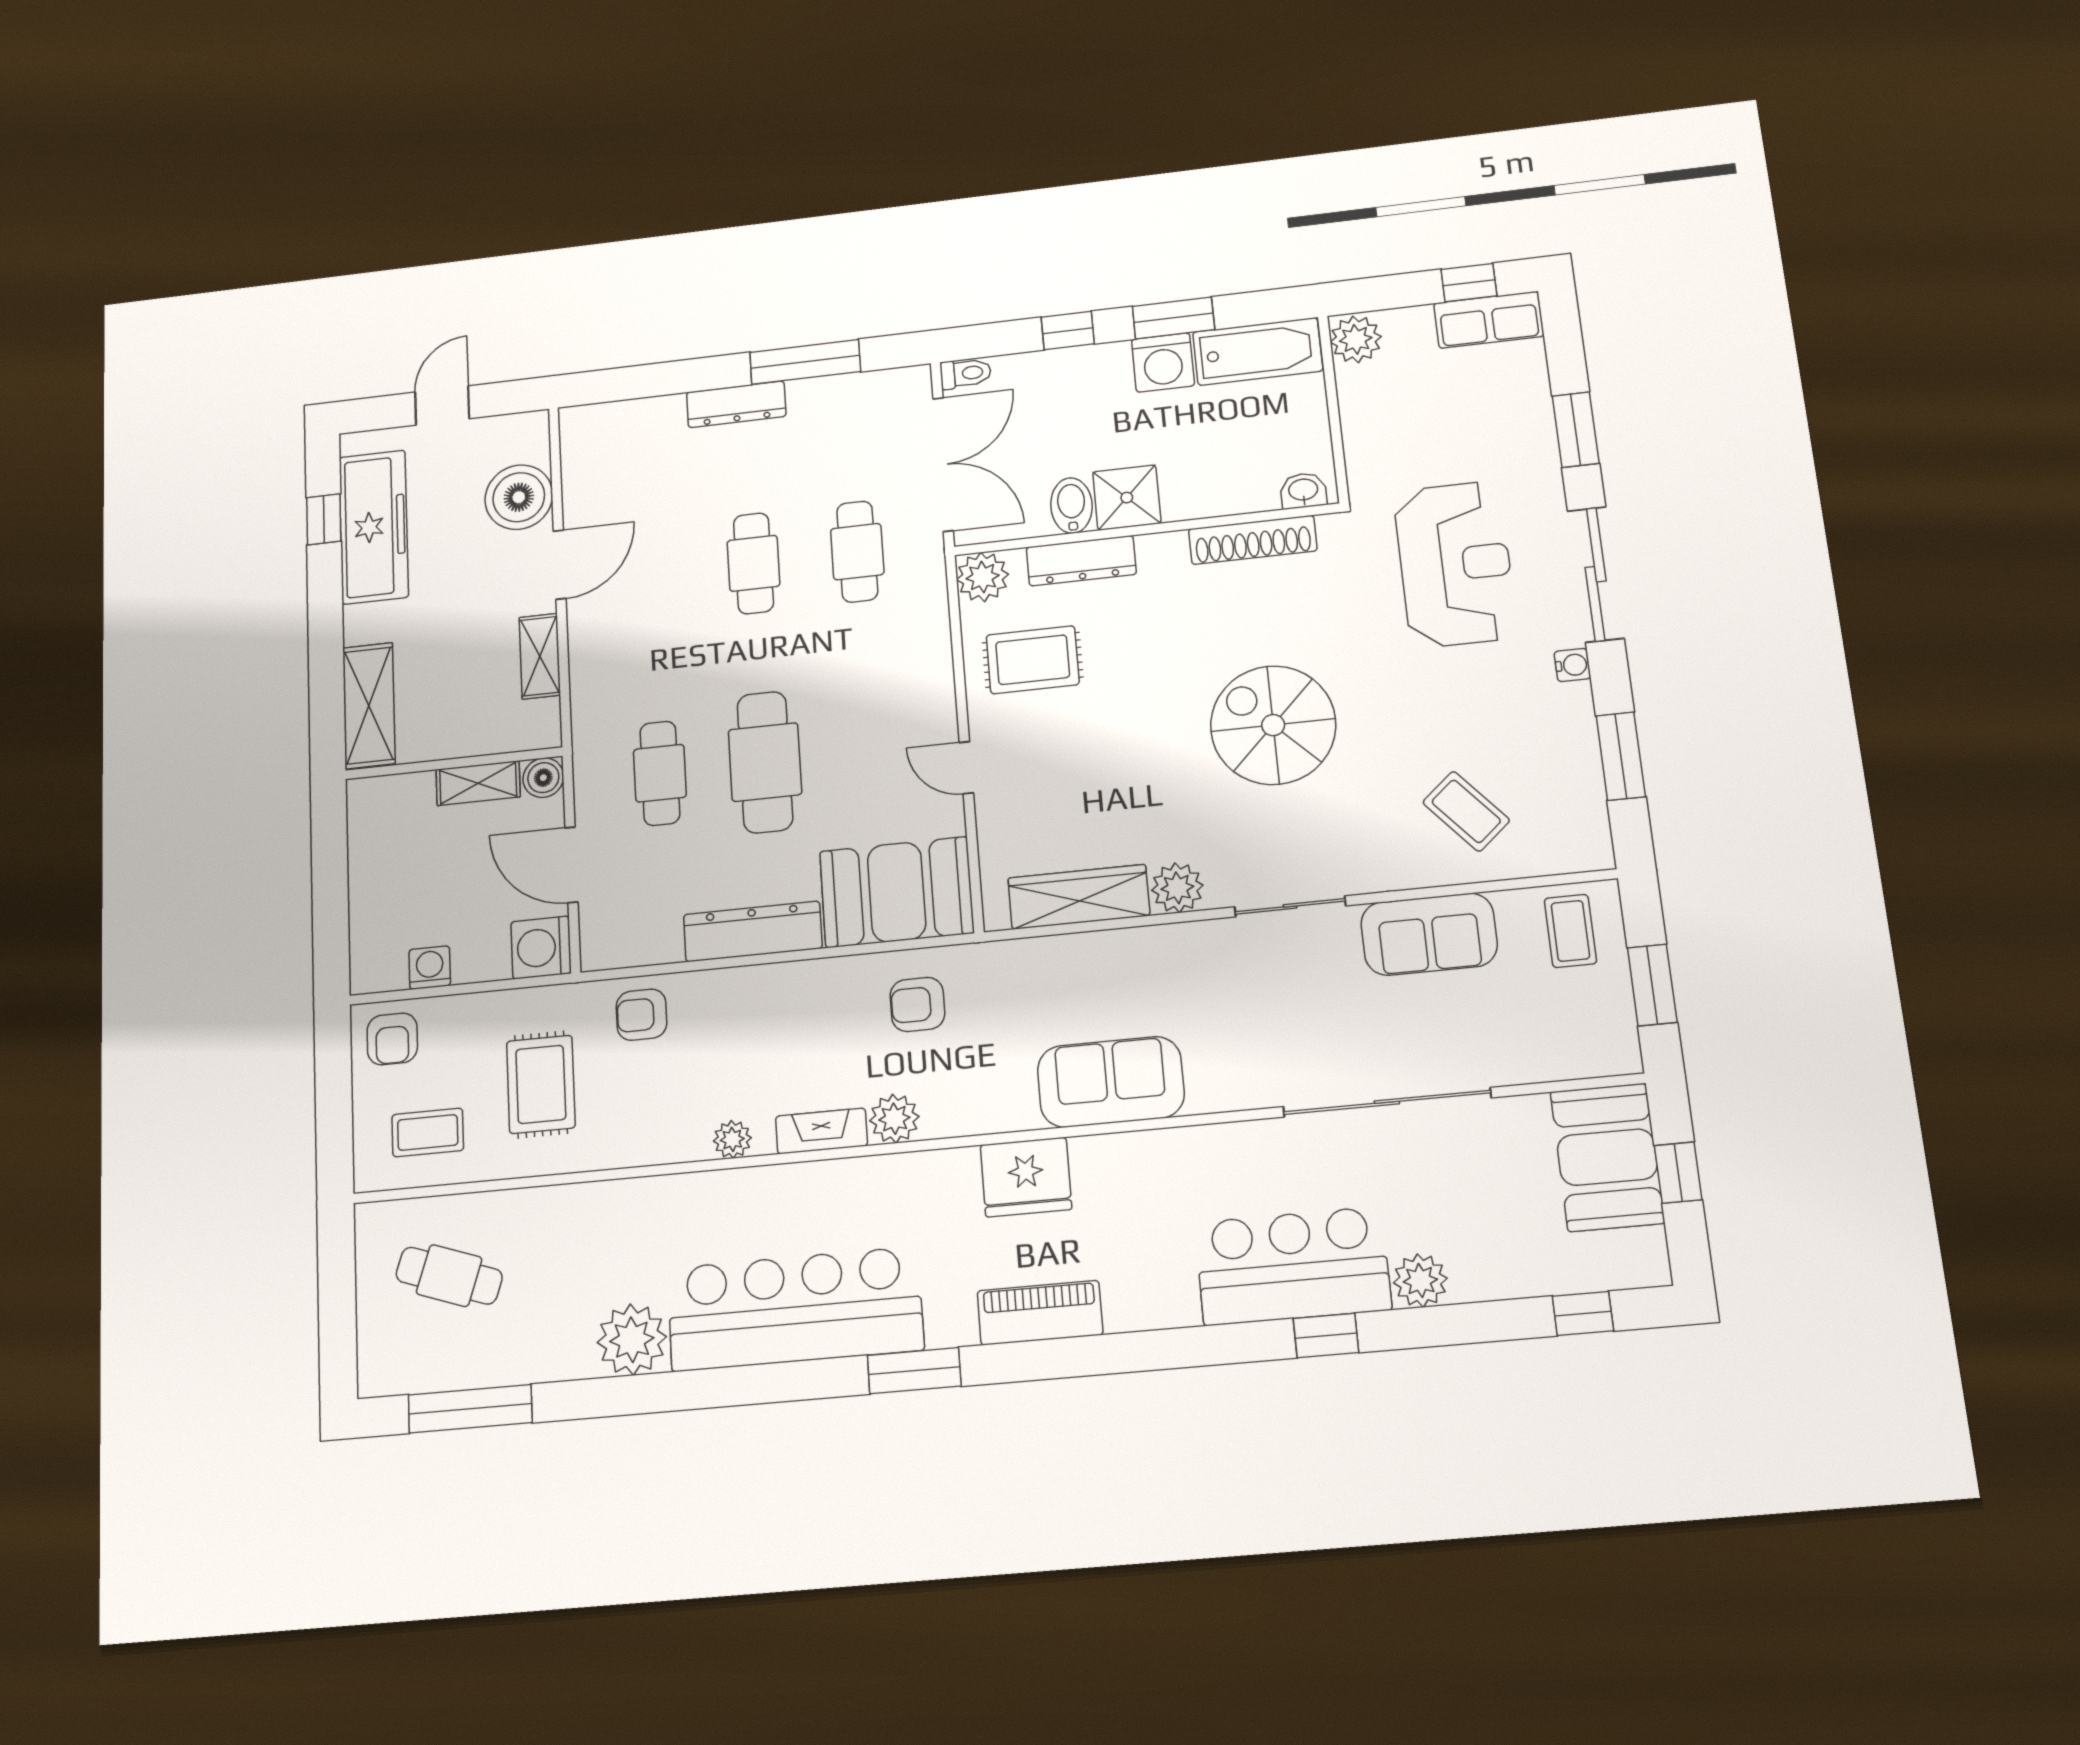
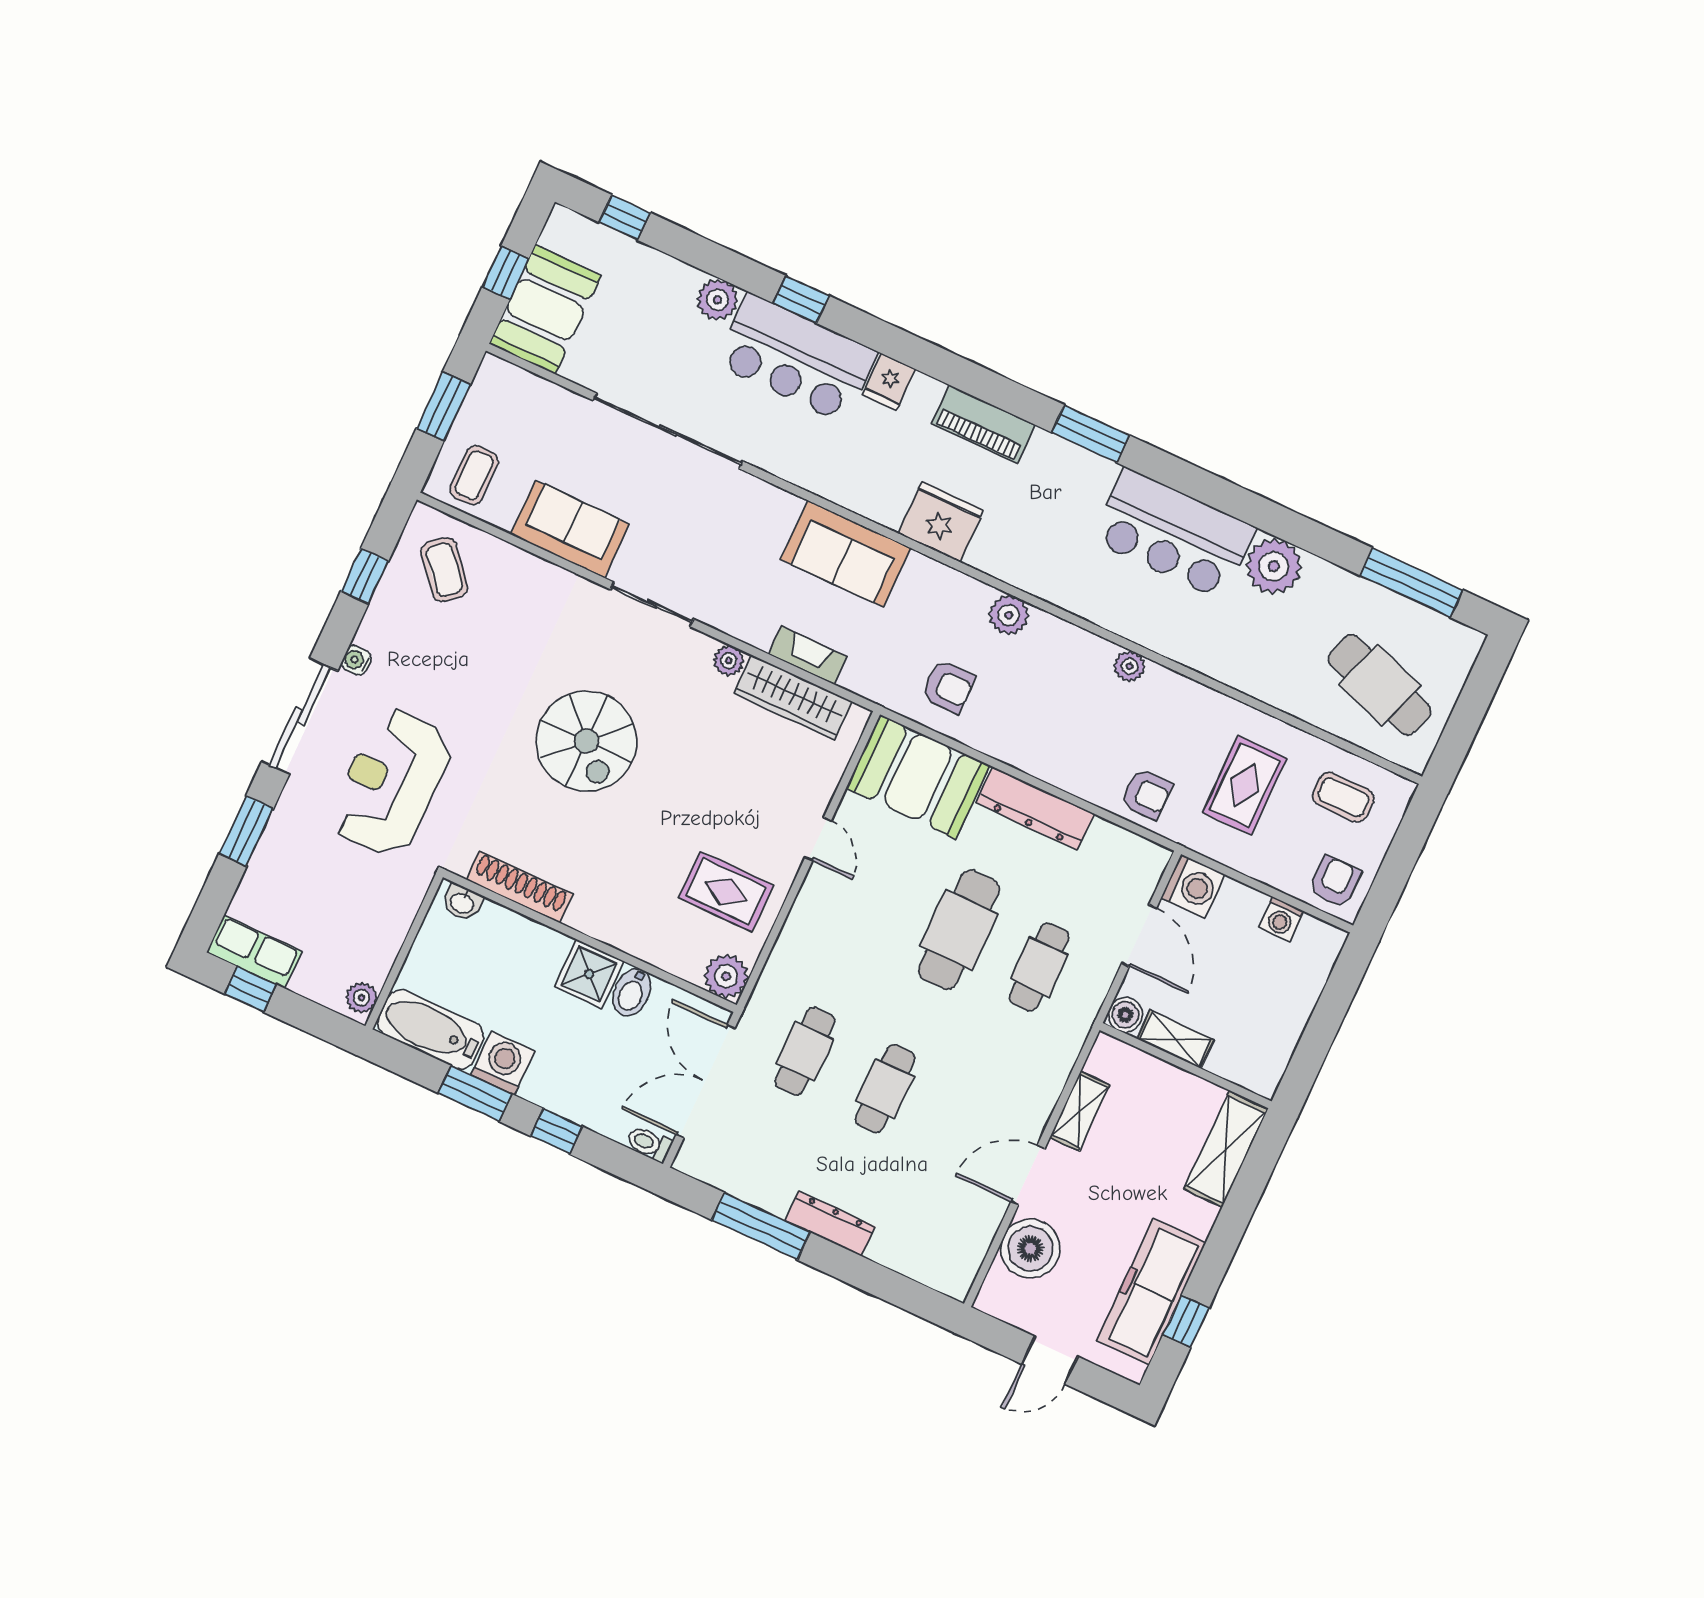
plant: (1356, 339) -> (361, 998), width x0.73, depth x0.73
dresser: (1081, 561) -> (649, 945), removed
window: (1621, 756) -> (365, 576), width x0.67
coffee table: (1466, 811) -> (444, 570), moved
plant: (1177, 888) -> (729, 661), width x0.73, depth x0.73
fireplace: (821, 1131) -> (808, 655), moved, turned 180
cafe table: (449, 1276) -> (1380, 685), width x1.37, depth x1.35
fridge: (1173, 1299) -> (889, 382), added
bar counter: (795, 1309) -> (1174, 534), width x0.73

